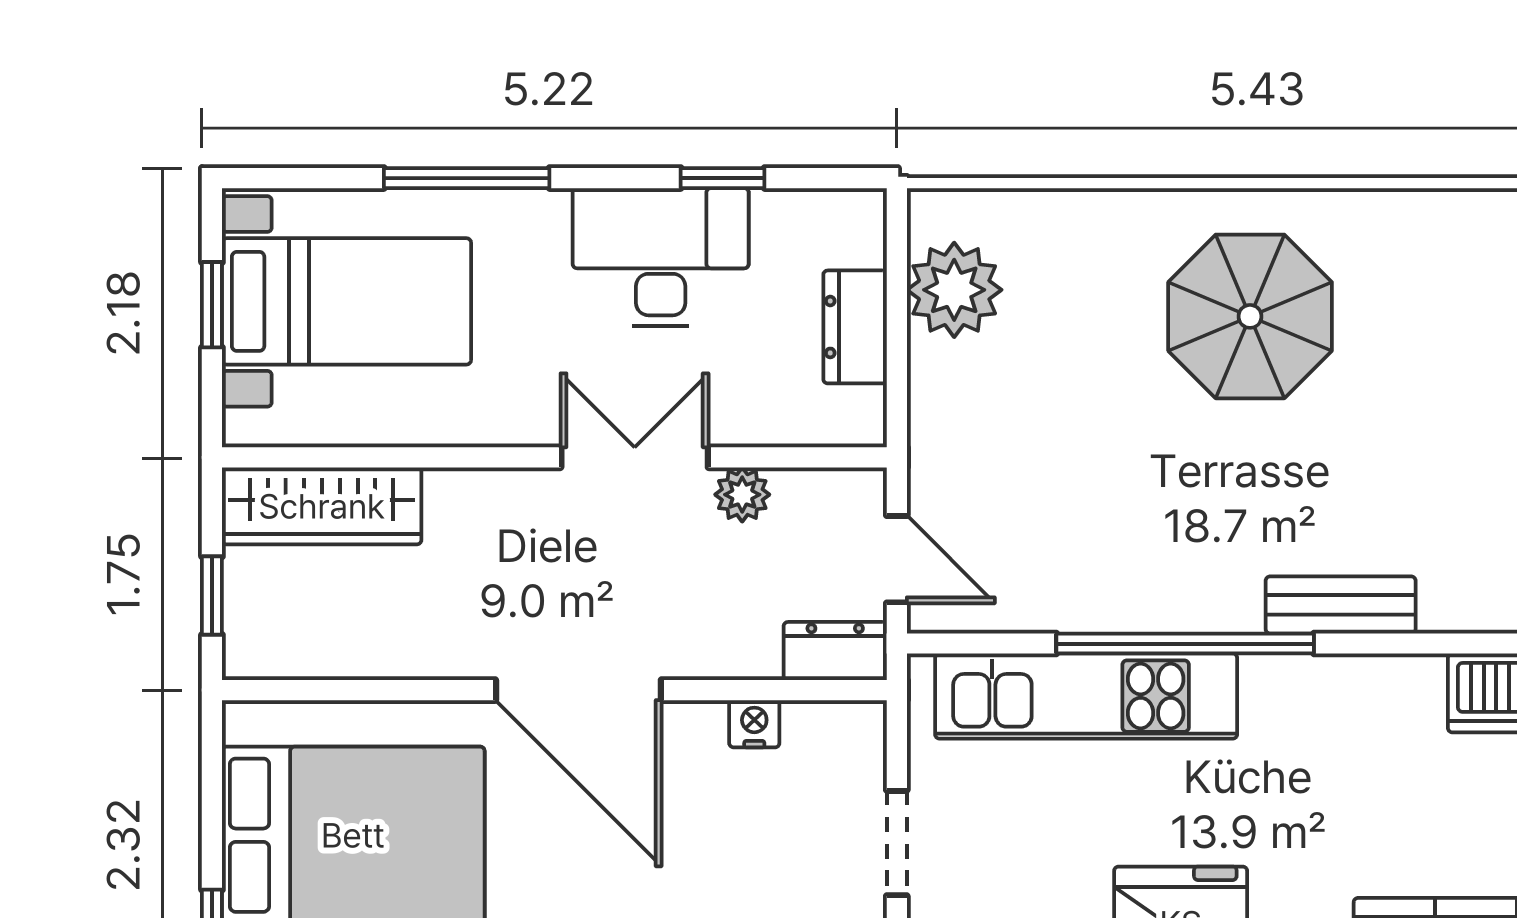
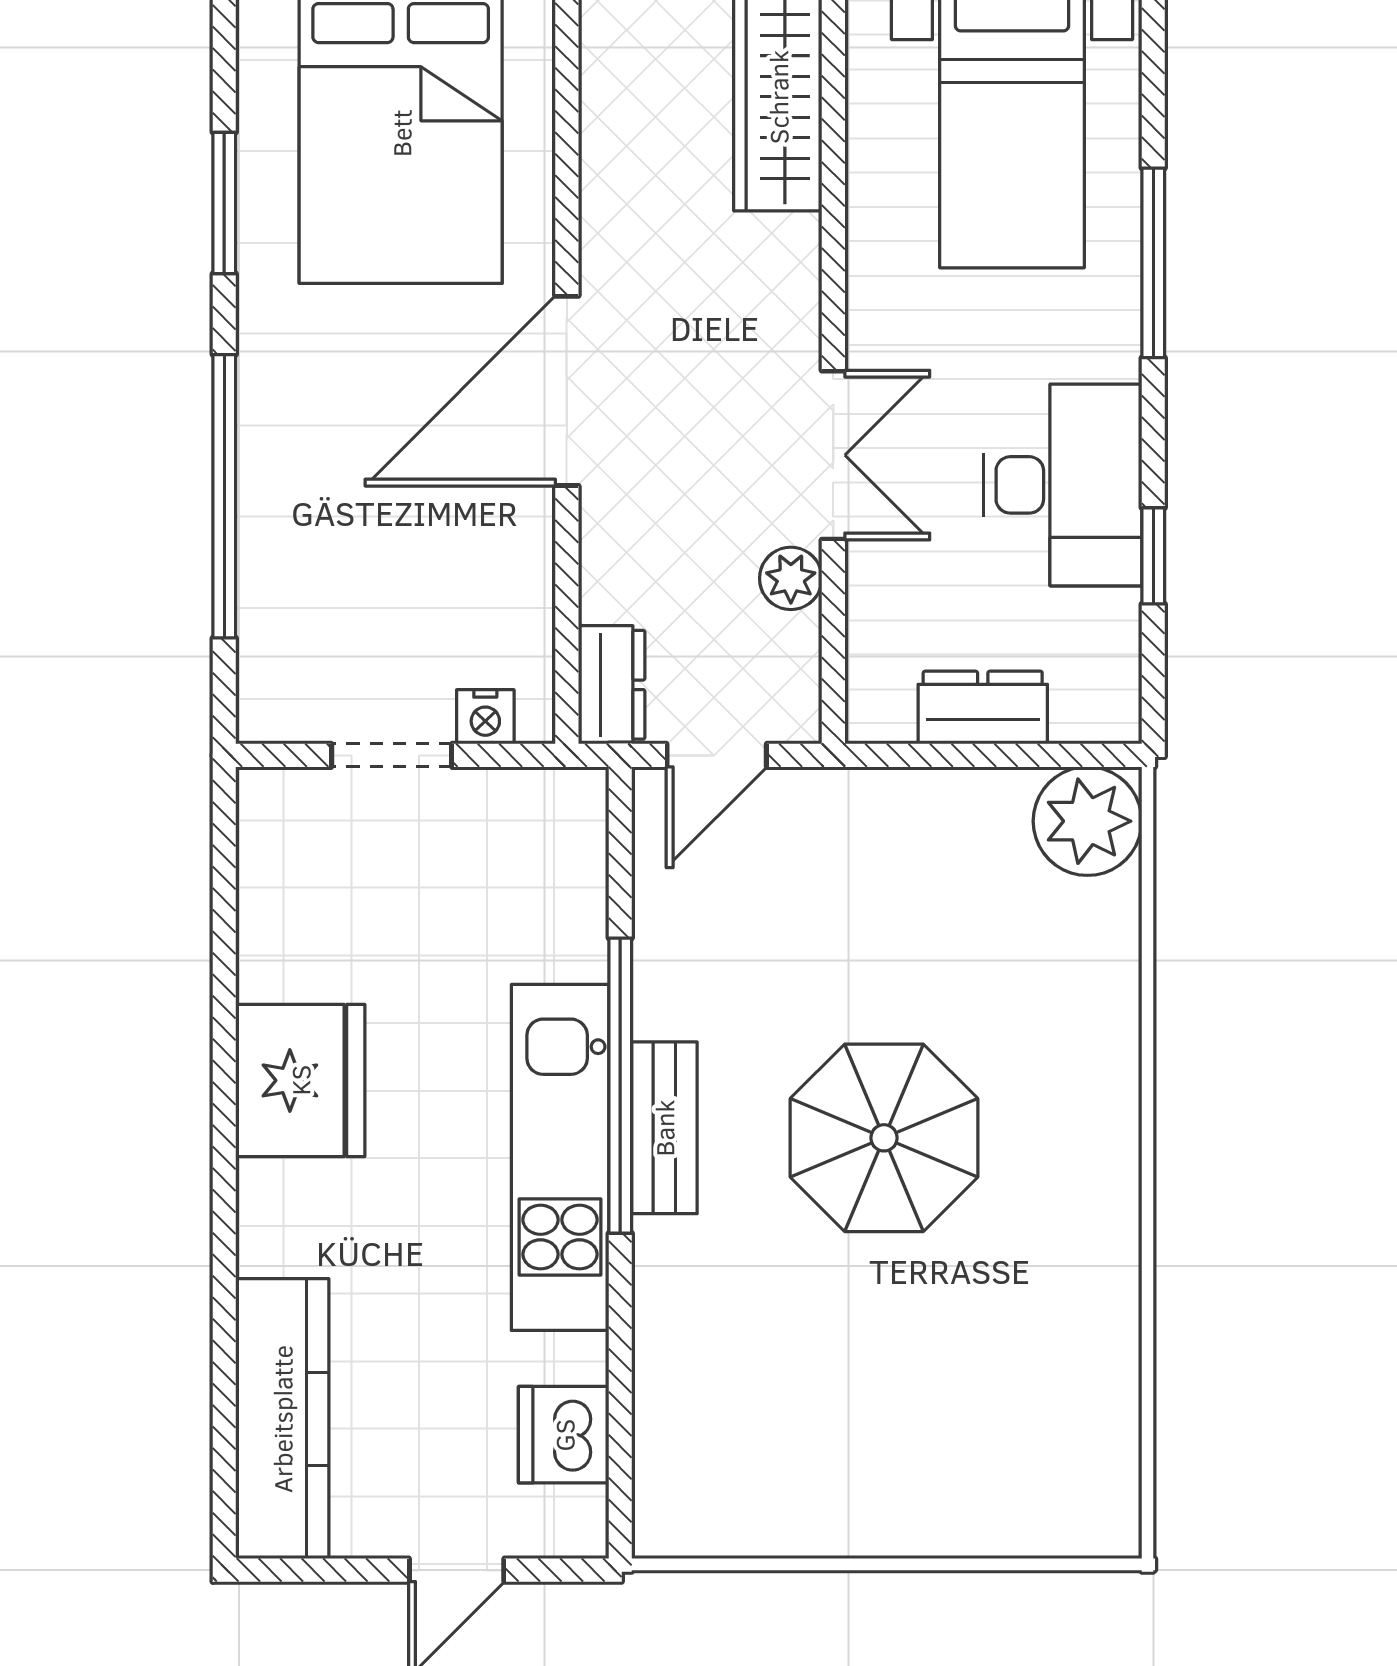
plant: (954, 290) -> (1087, 821), moved
parasol: (1250, 316) -> (884, 1138), moved
bench: (1341, 605) -> (664, 1128), moved
kitchen unit: (1086, 696) -> (560, 1157), moved
nightstand: (754, 724) -> (485, 717), moved, turned 90

